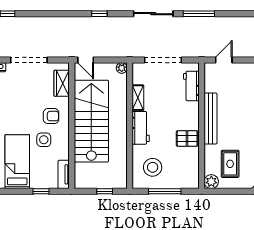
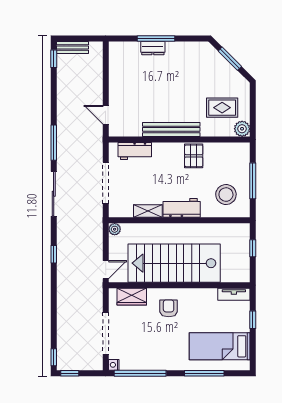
side table: (44, 140) -> (195, 316), removed

